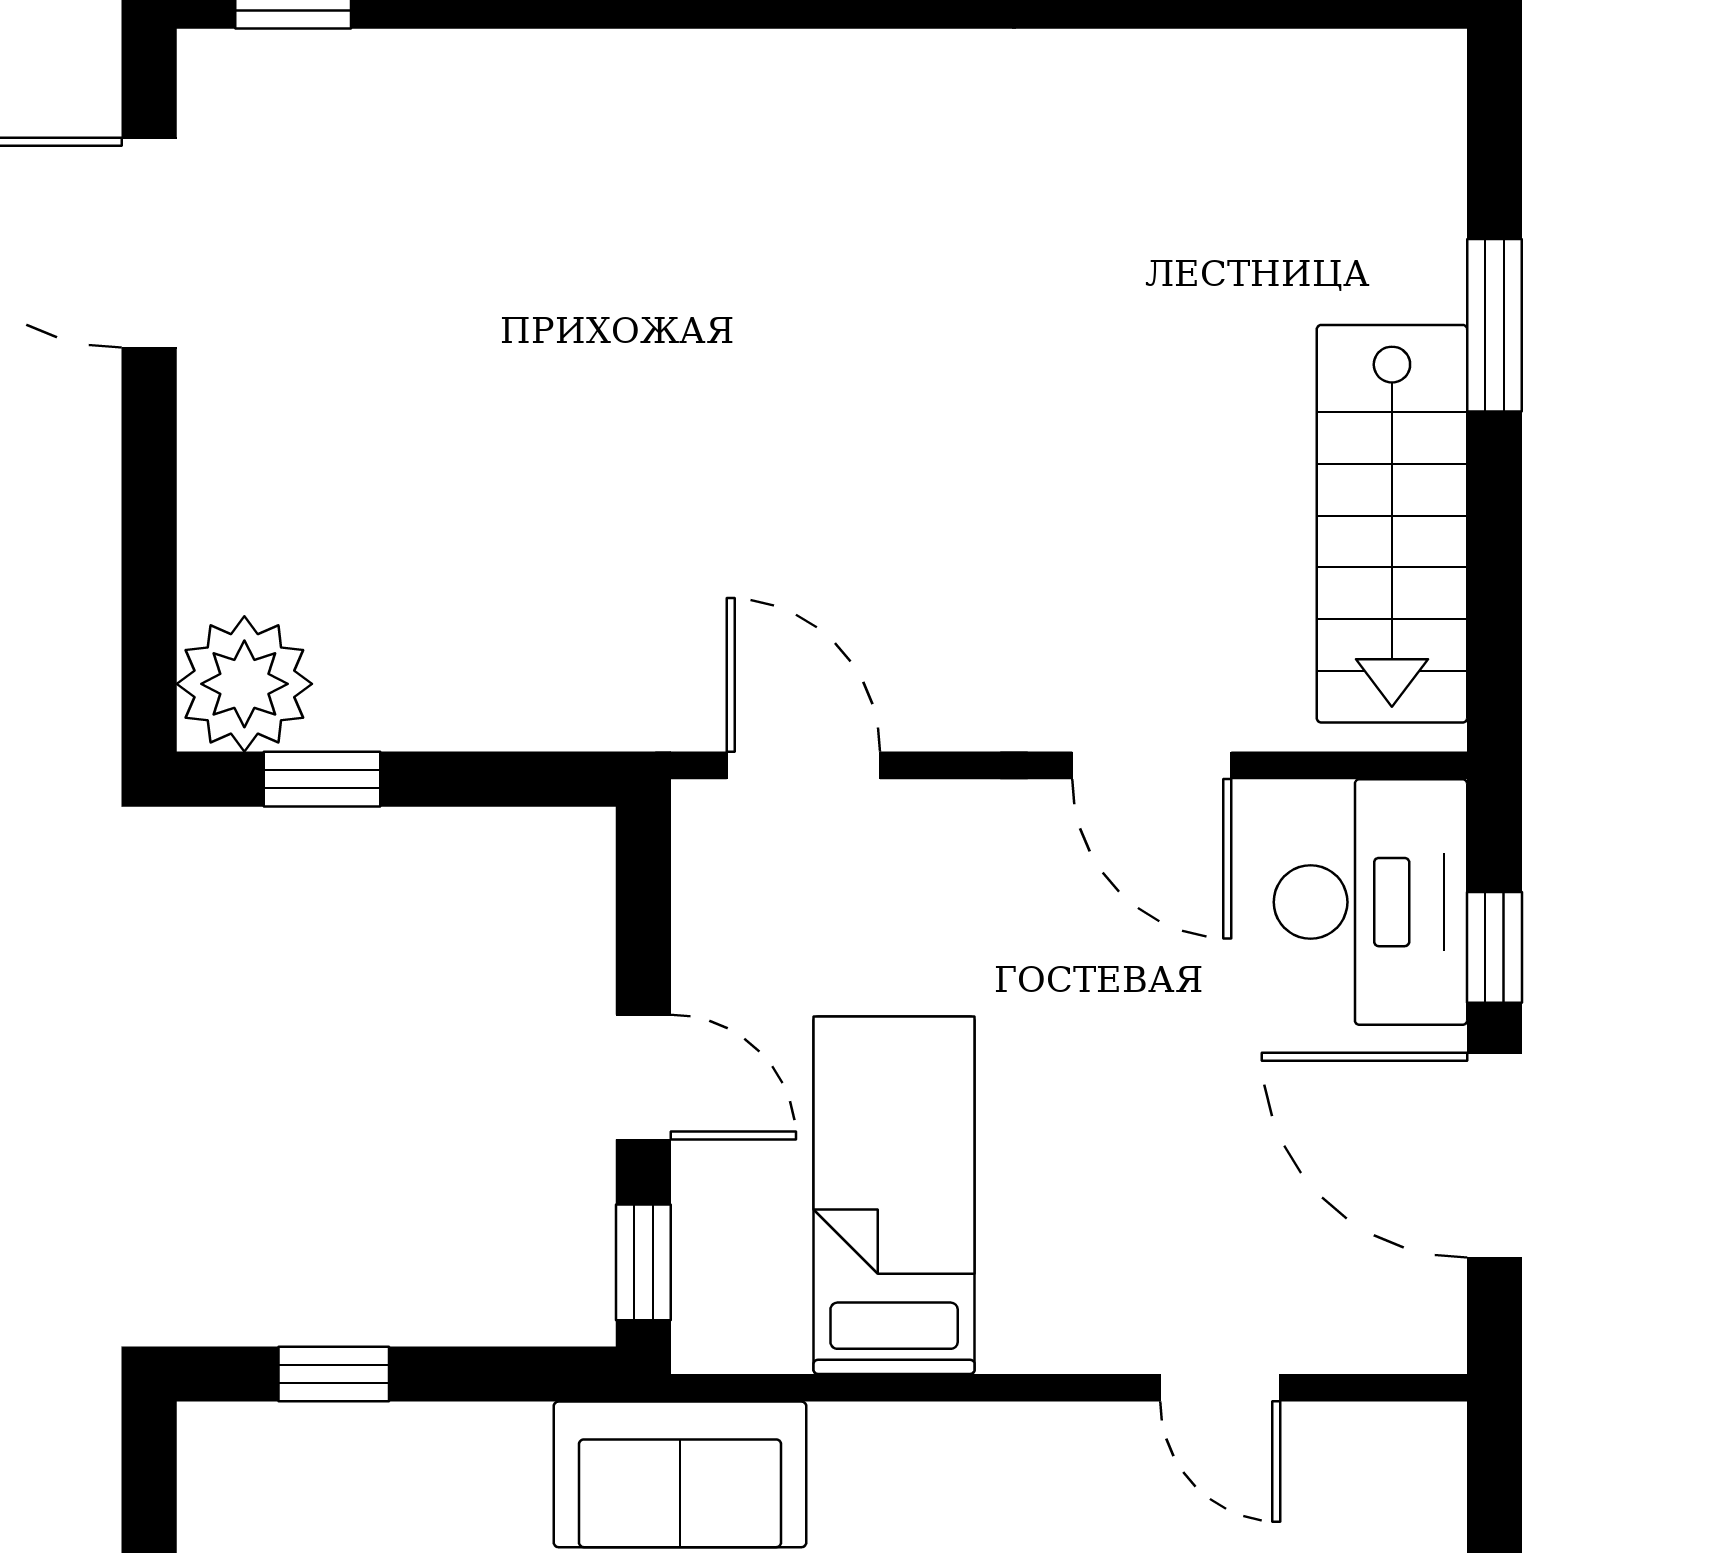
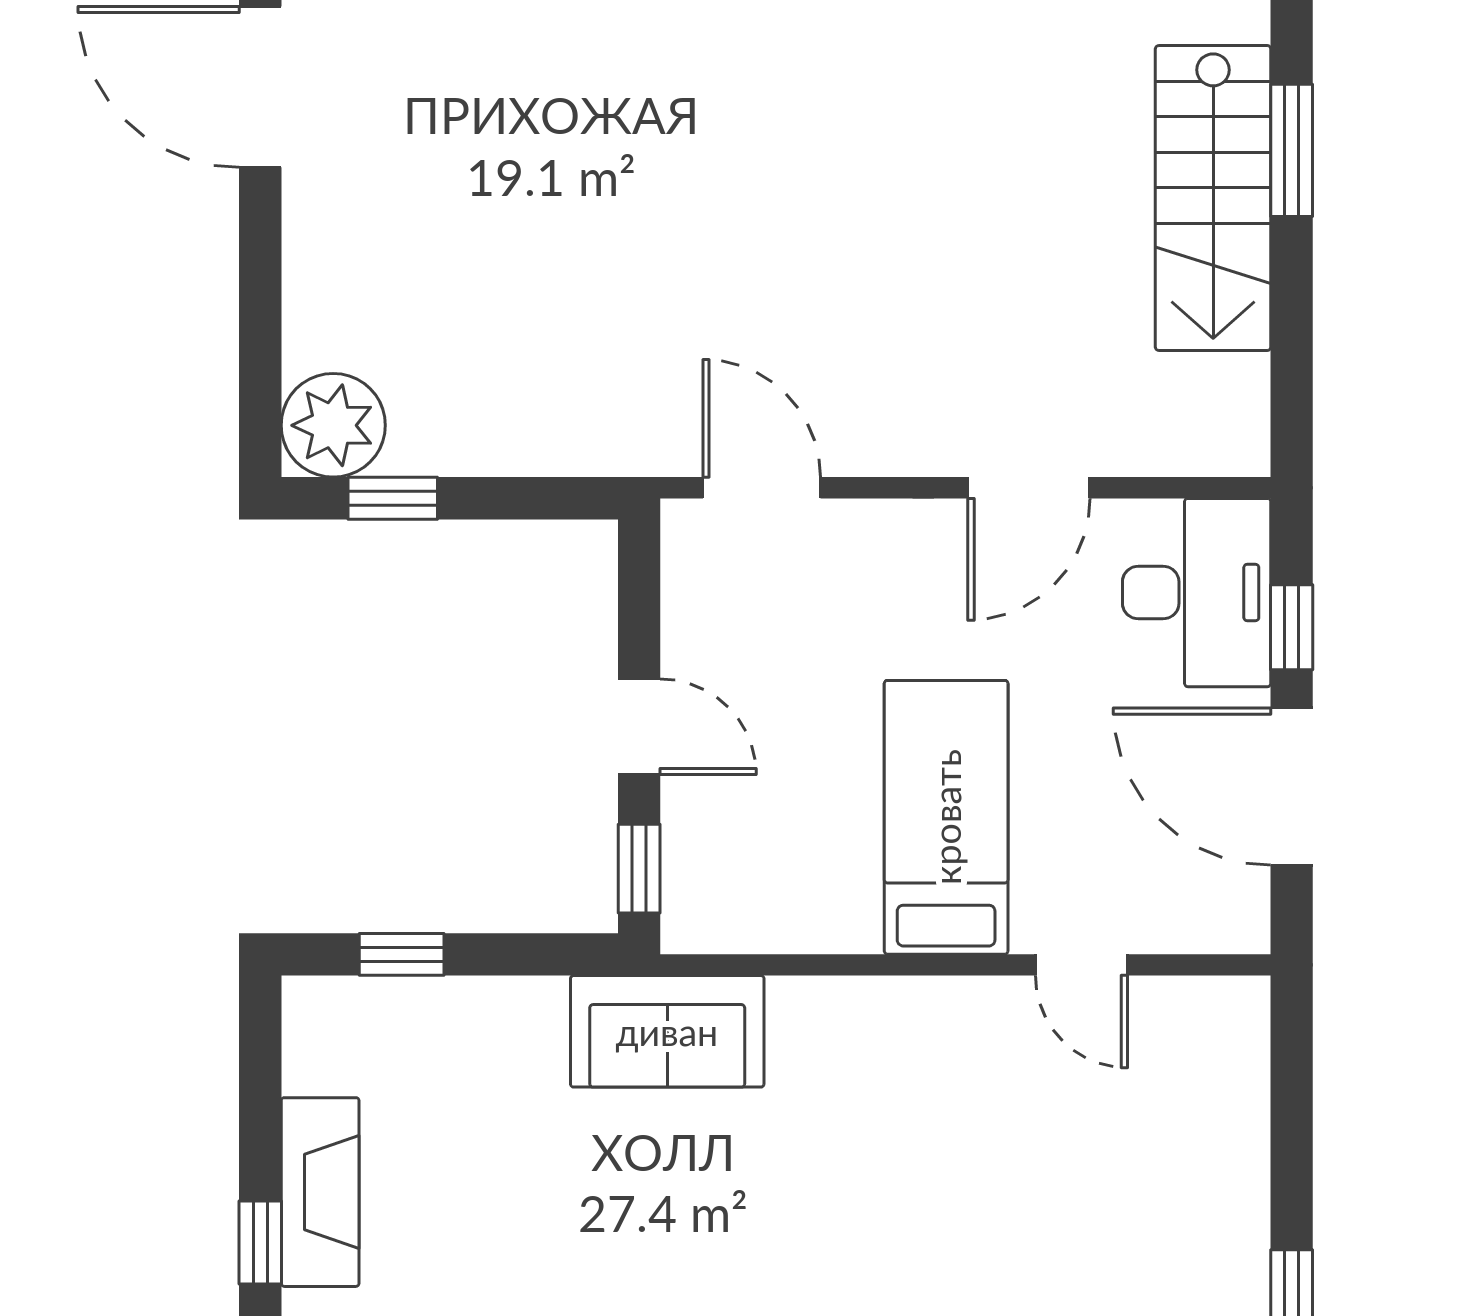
stairs: (1392, 524) -> (1213, 198), moved
door: (1152, 765) -> (1029, 488), hinge flipped
bed: (894, 1195) -> (946, 817), moved

